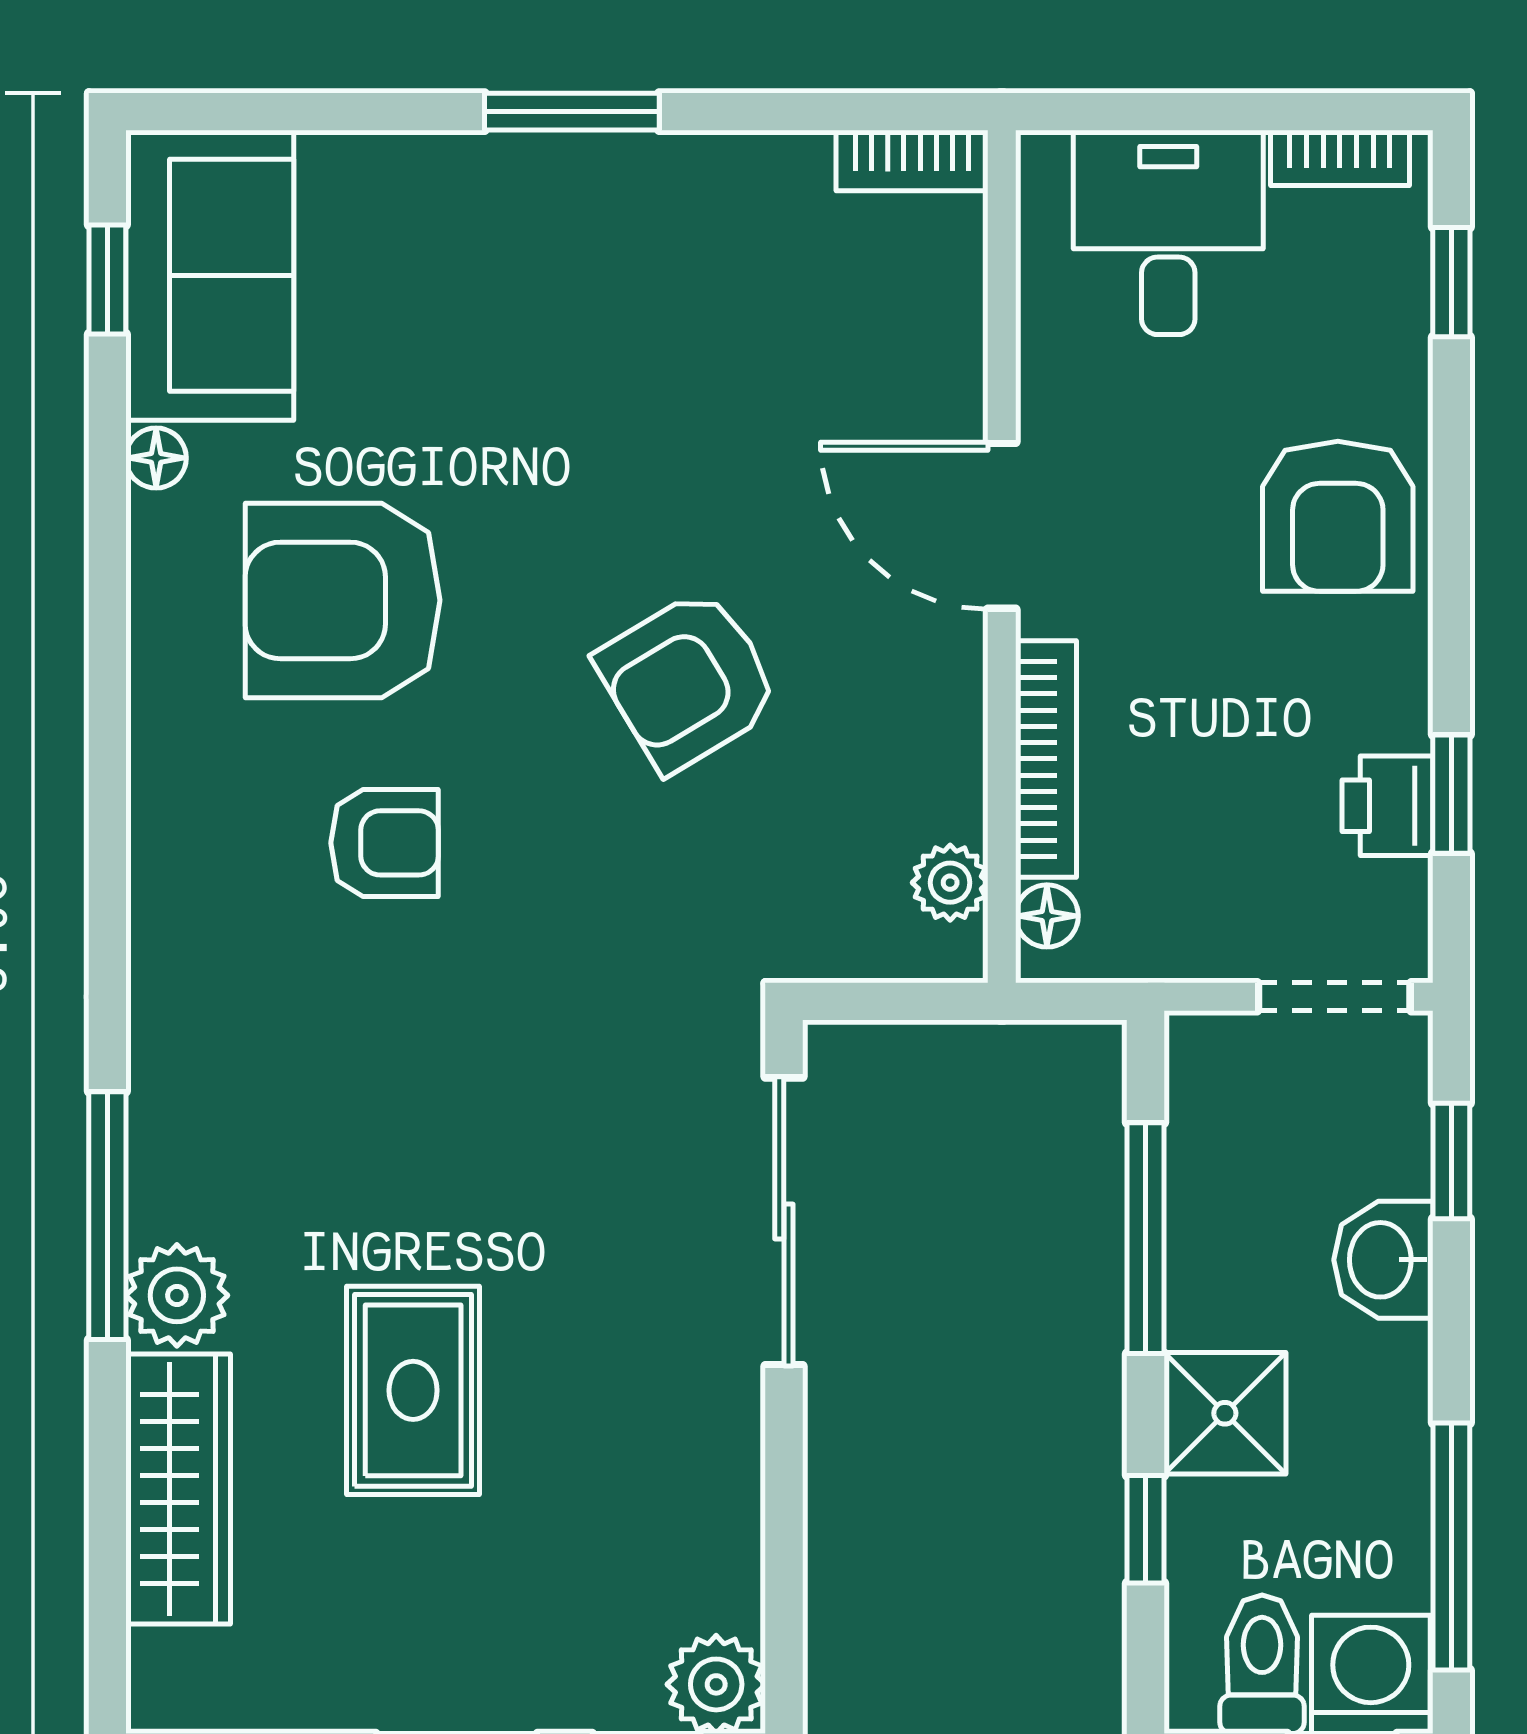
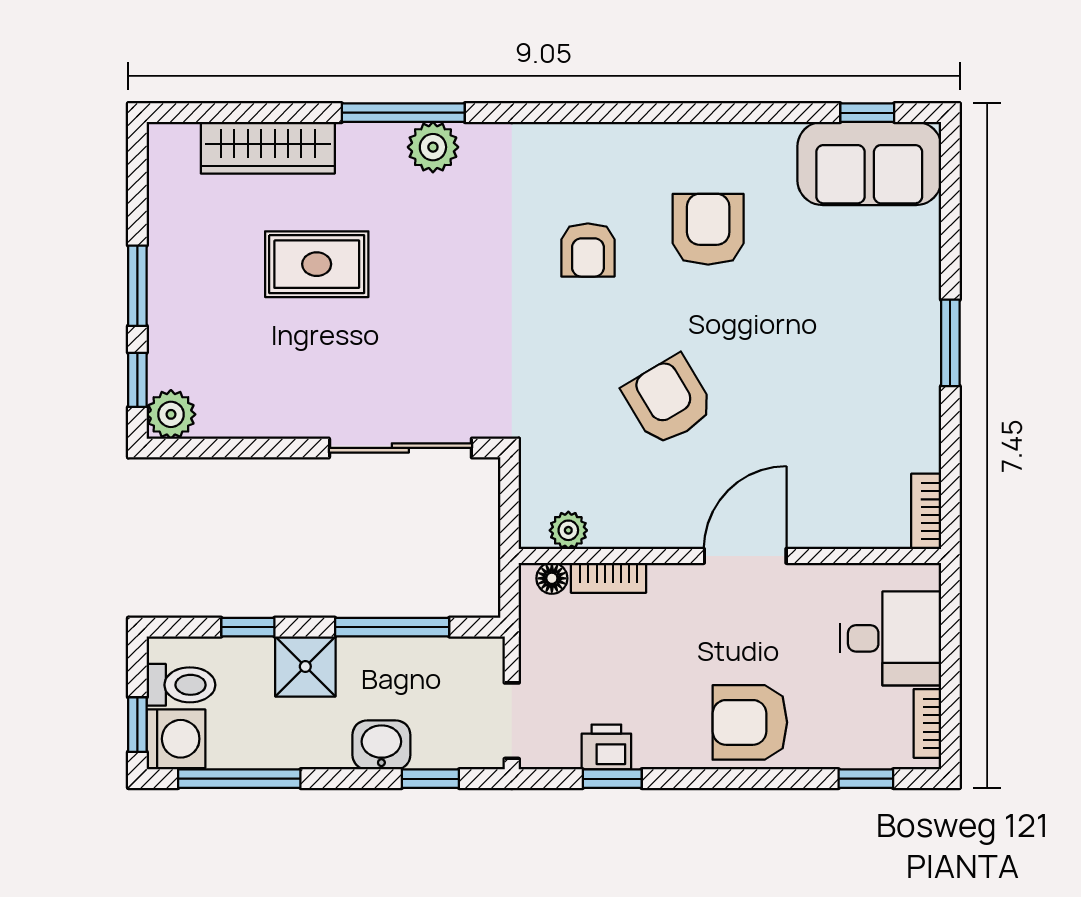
floor lamp: (156, 458) -> (779, 137), removed
armchair: (343, 600) -> (708, 229), width x0.73, depth x0.73
bookcase: (1046, 759) -> (609, 578), width x0.64
plant: (177, 1295) -> (433, 147), moved

